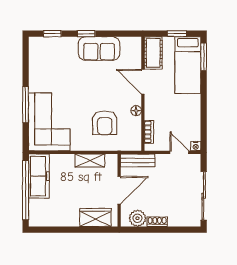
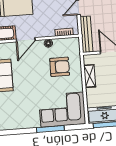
bench: (138, 160) -> (86, 34), width x1.36

